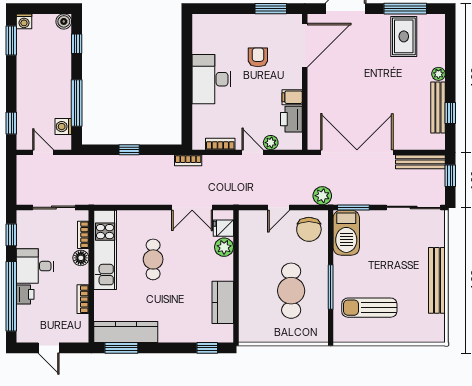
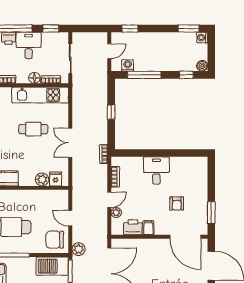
armchair: (258, 57) -> (177, 204), turned 90
desk: (211, 79) -> (156, 171), width x0.73
double door: (192, 207) -> (70, 143), moved

